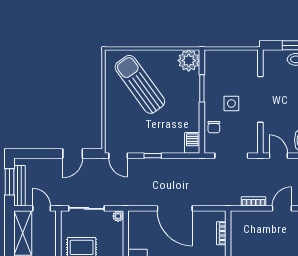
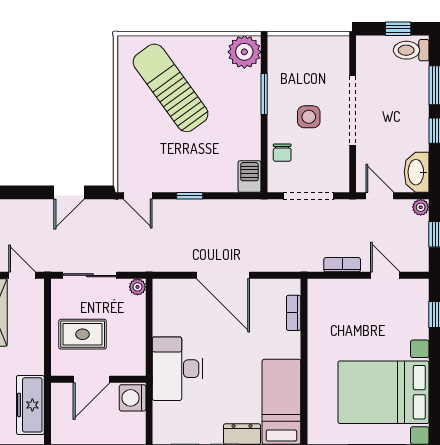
door: (282, 208) -> (385, 275), hinge flipped

